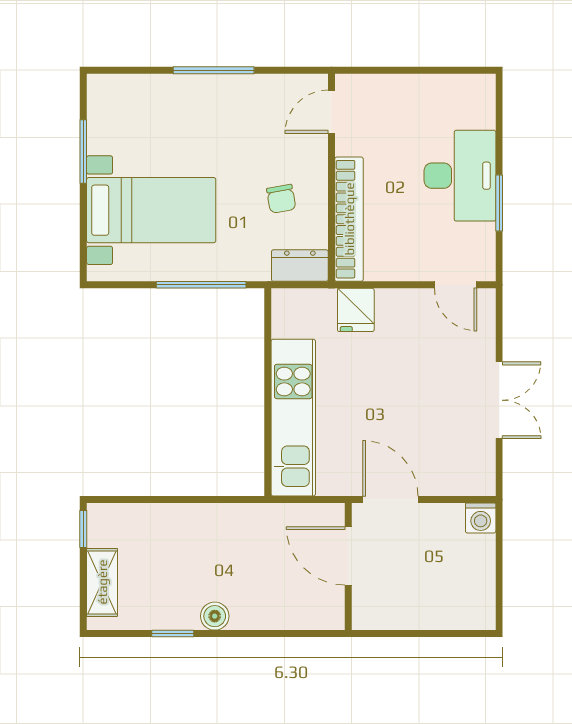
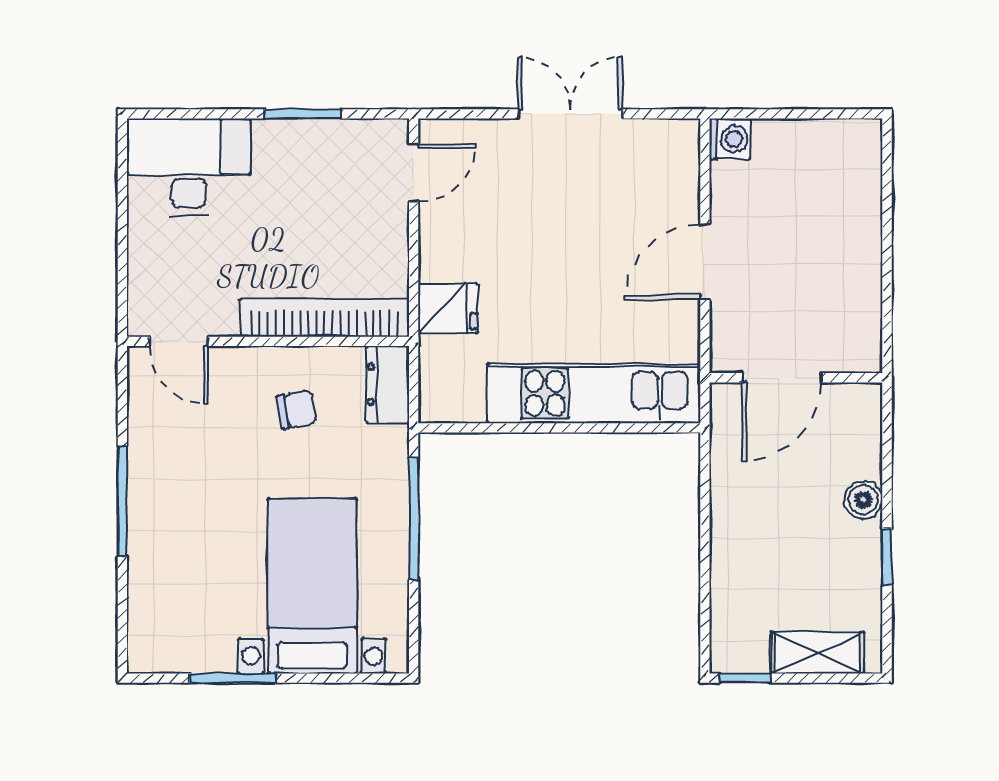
desk: (460, 176) -> (189, 167), moved
door: (348, 556) -> (781, 378), moved
wall: (348, 566) -> (796, 378), moved

